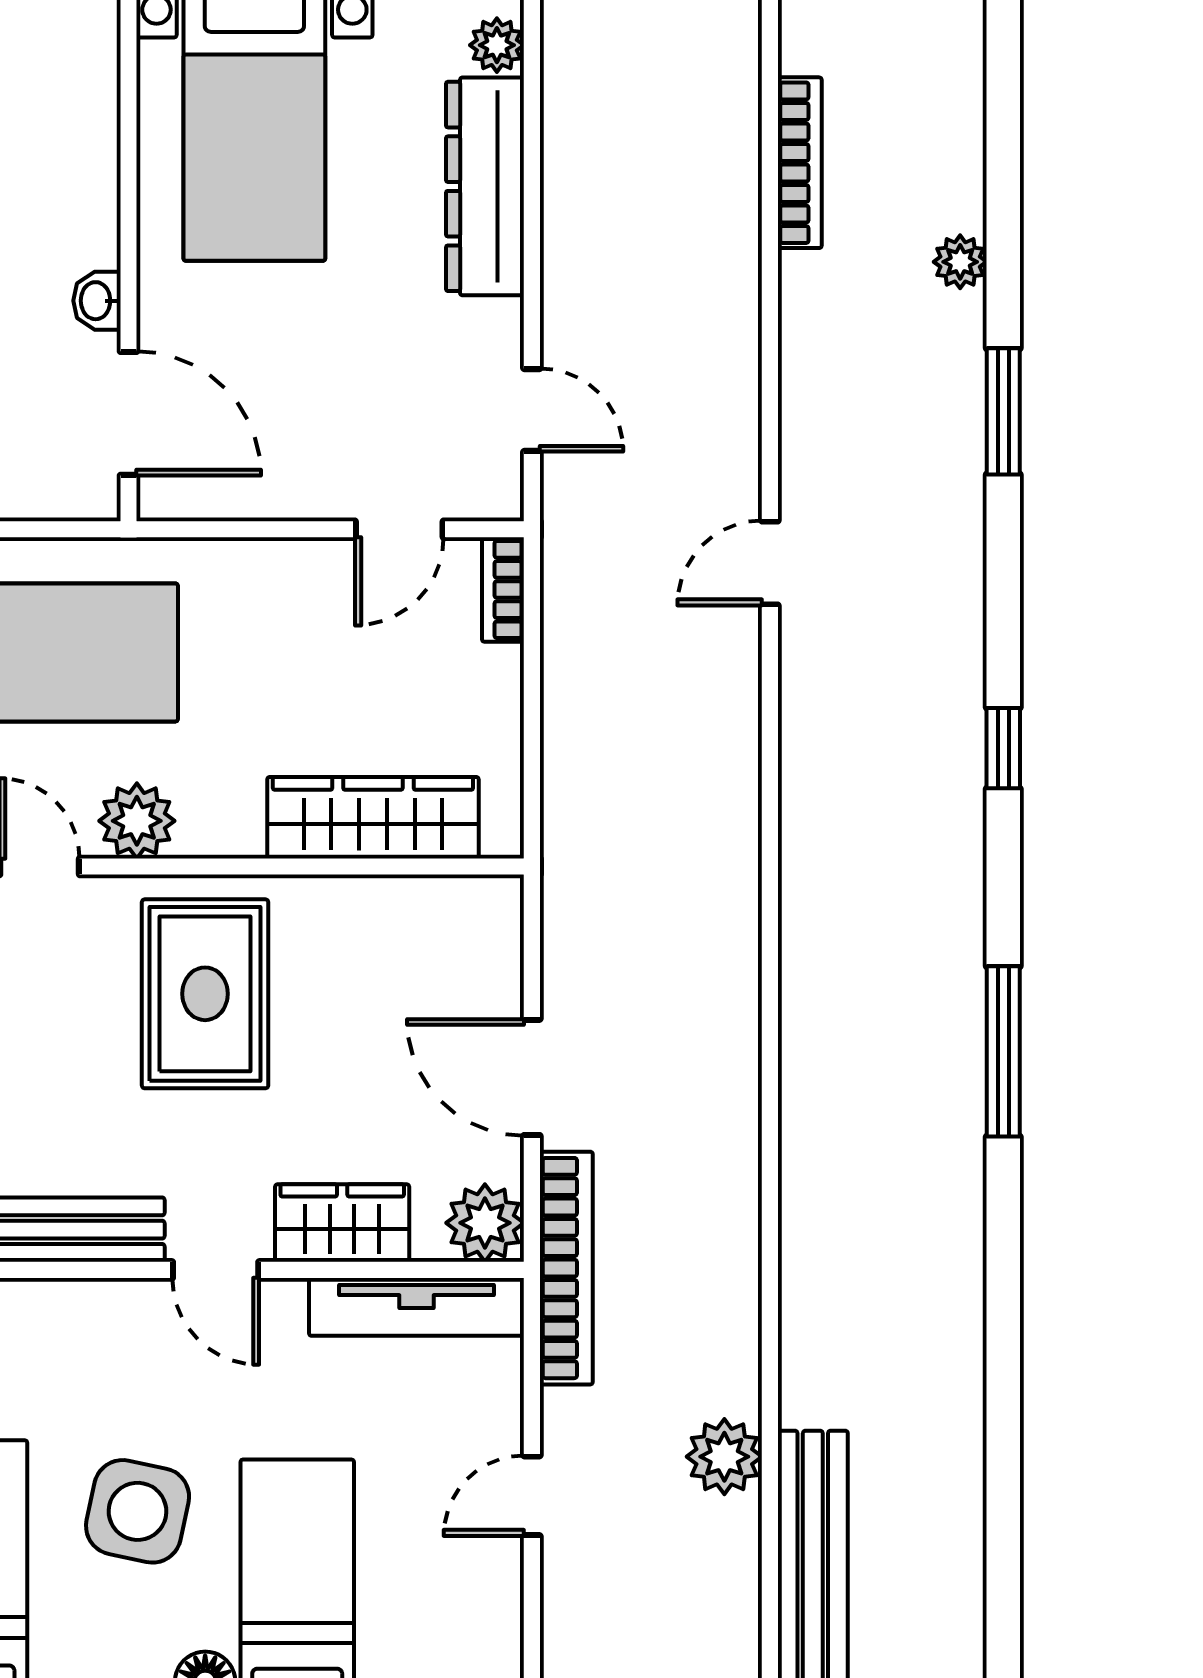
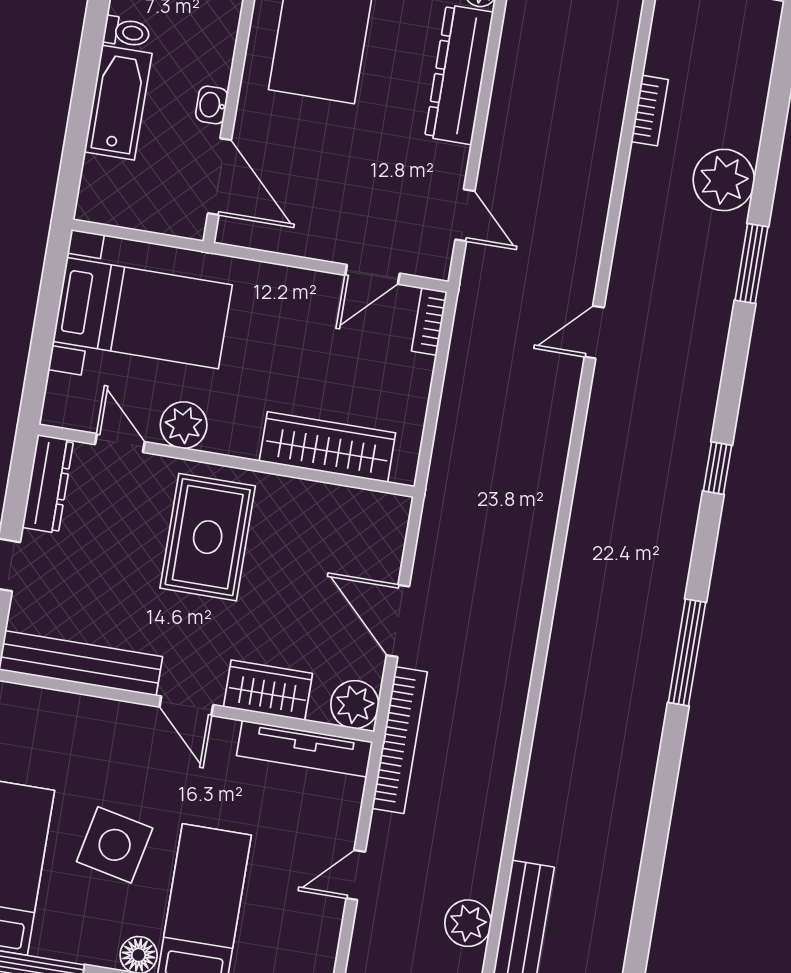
bookcase: (800, 163) -> (650, 111), width x0.64
plant: (960, 262) -> (724, 180), width x1.88, depth x1.88
plant: (724, 1457) -> (468, 923), moved

